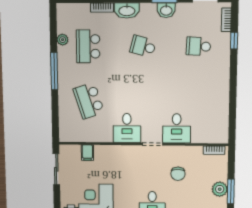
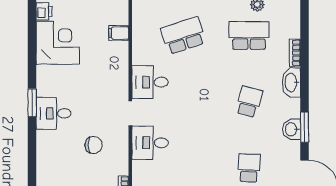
chair: (178, 174) -> (94, 145), turned 180

